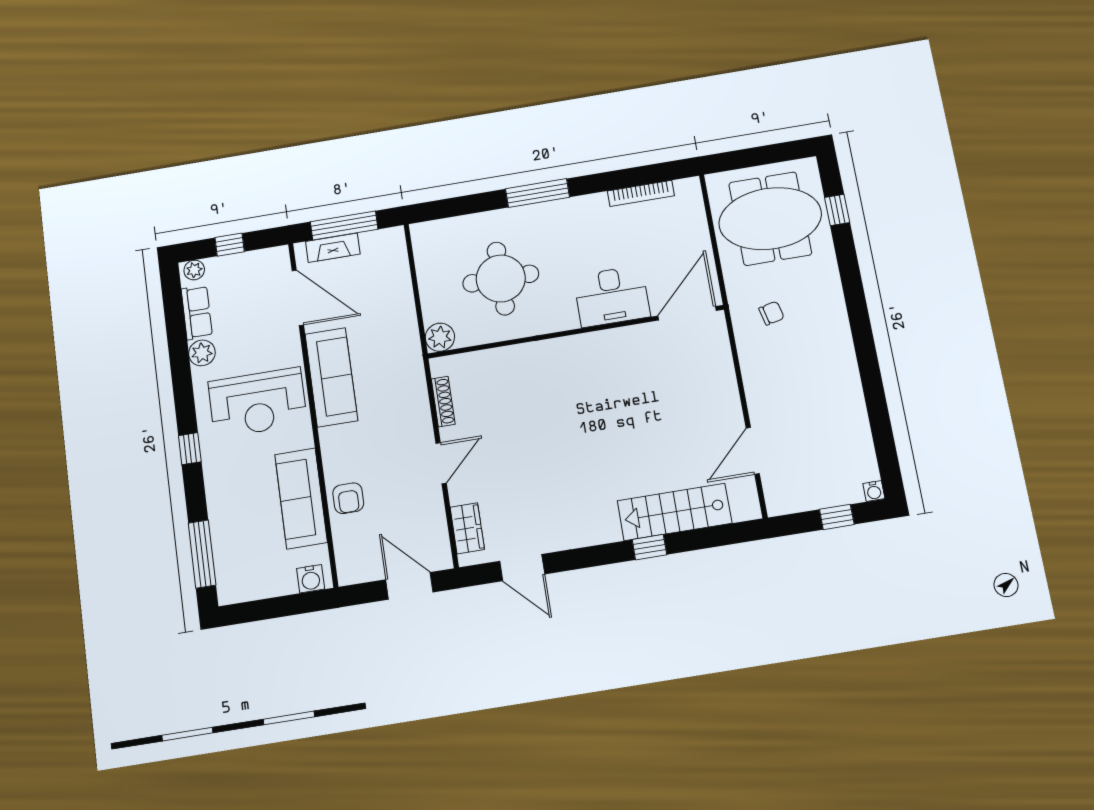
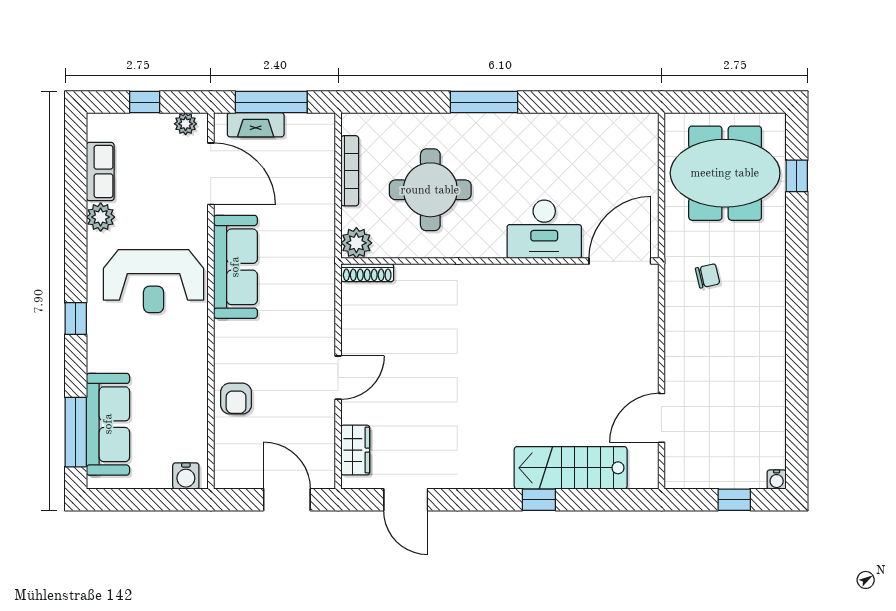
bookcase: (641, 193) -> (350, 171), moved, turned -90
plant: (194, 270) -> (186, 124), moved
shoe rack: (443, 401) -> (367, 273), moved, turned 90
sofa: (301, 498) -> (108, 424), moved, turned 180

